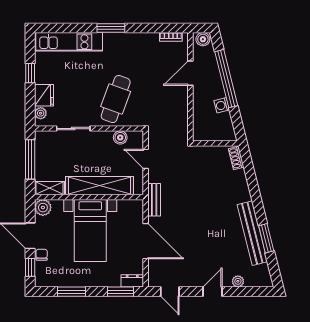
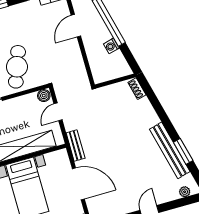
boiler: (120, 137) -> (44, 96), moved
door: (146, 159) -> (58, 112), hinge flipped
plant: (238, 281) -> (185, 192), moved

